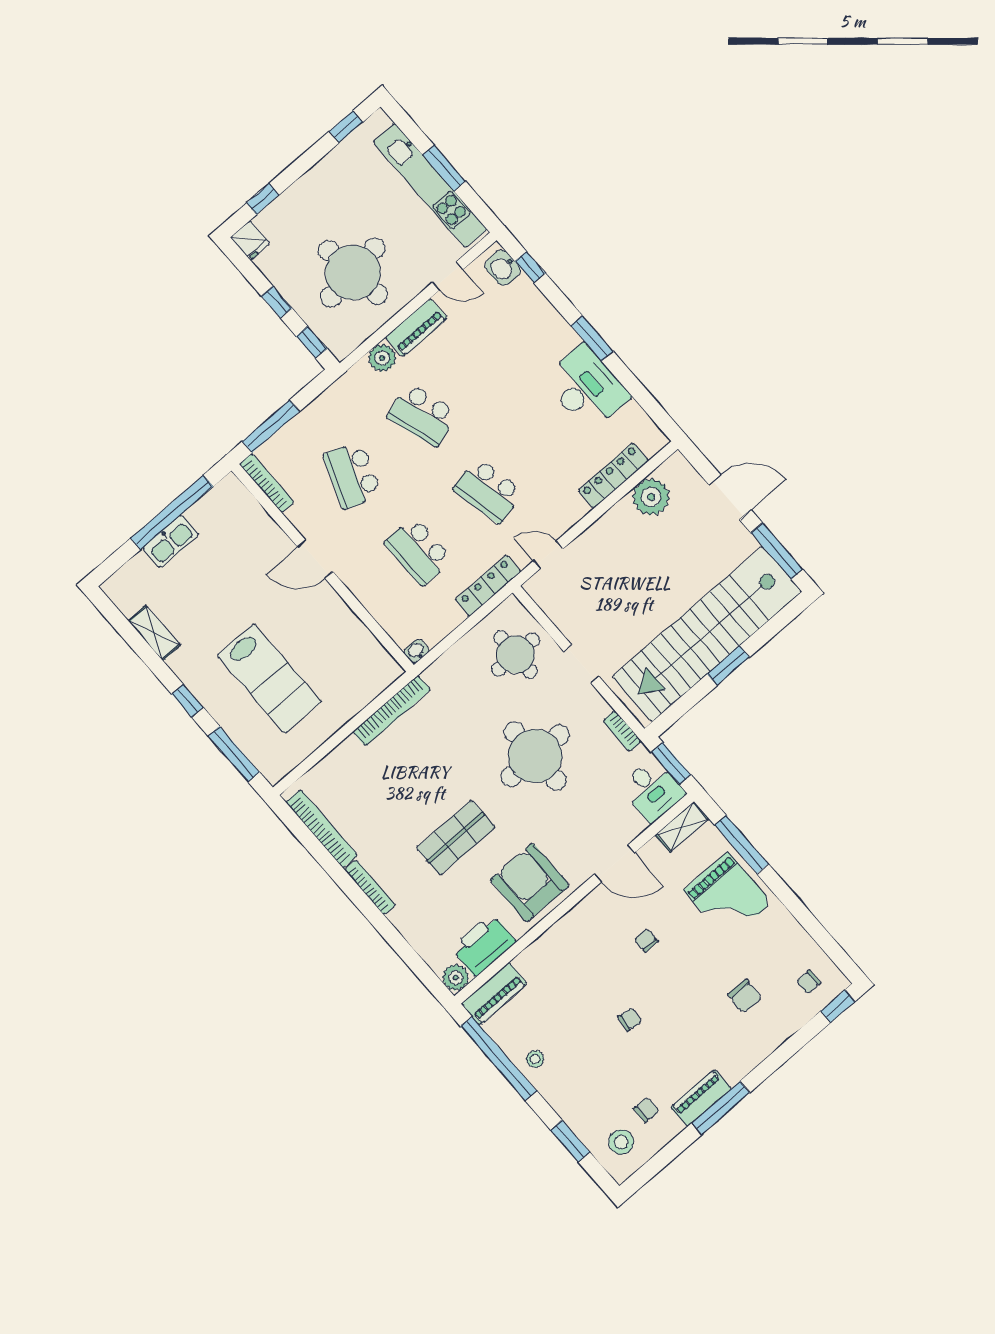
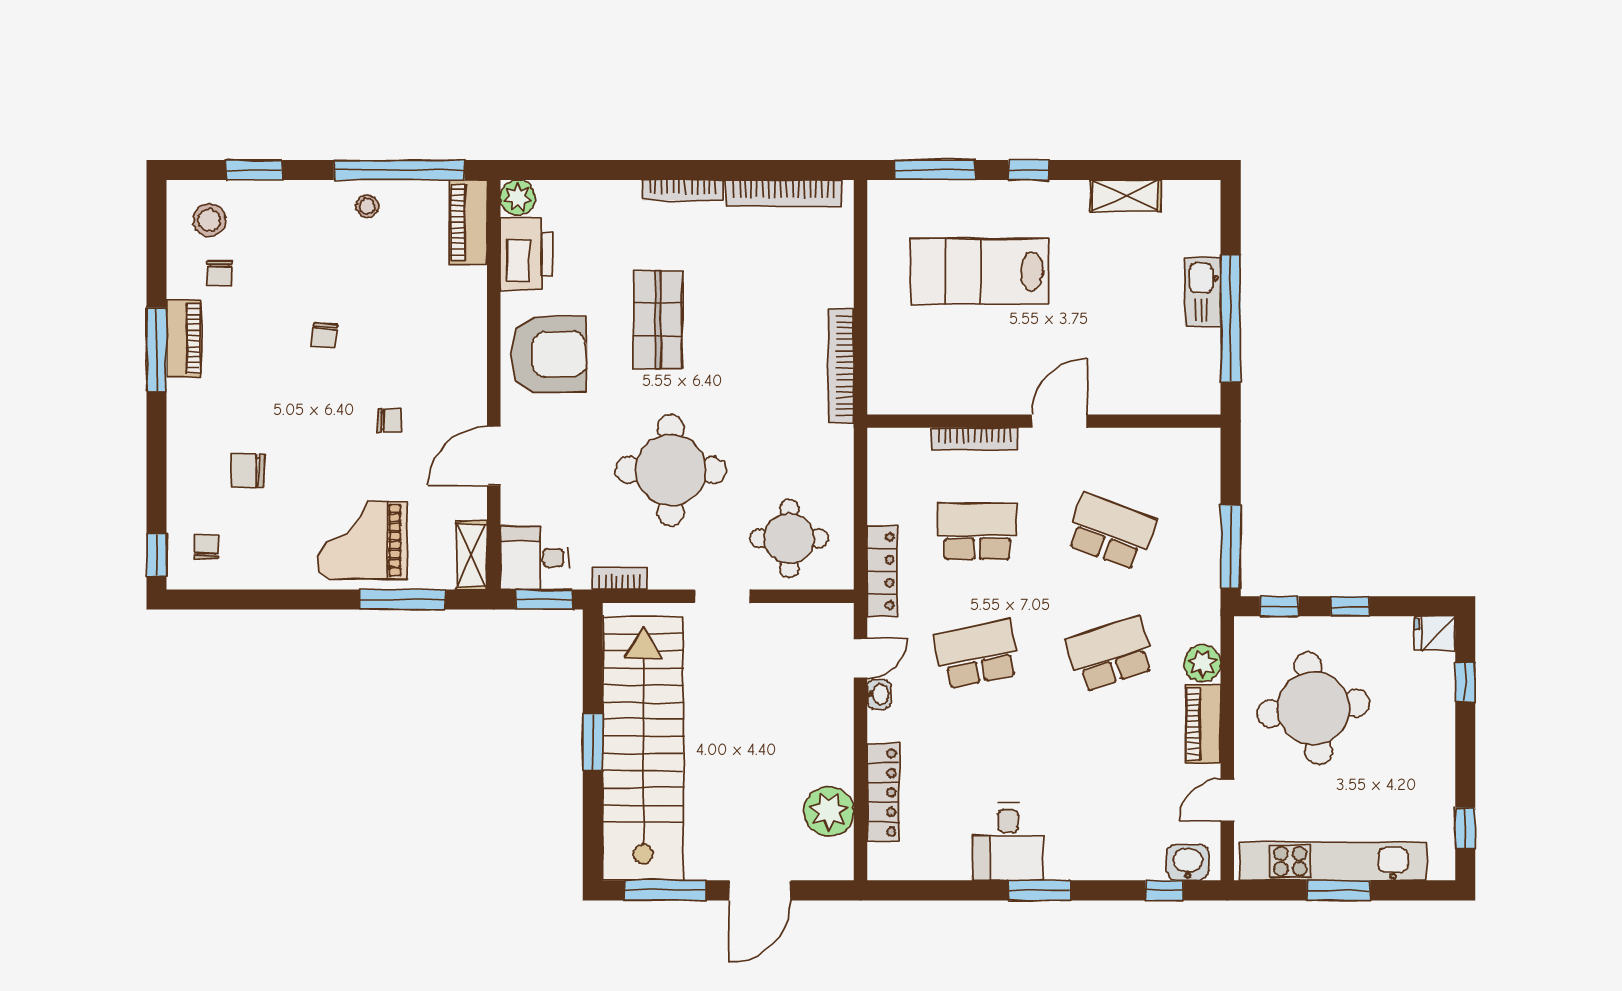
desk: (586, 388) -> (1008, 842), width x0.73
window: (271, 426) -> (1231, 547), moved
bookcase: (267, 483) -> (975, 439), moved
washbasin: (416, 651) -> (879, 694), moved

